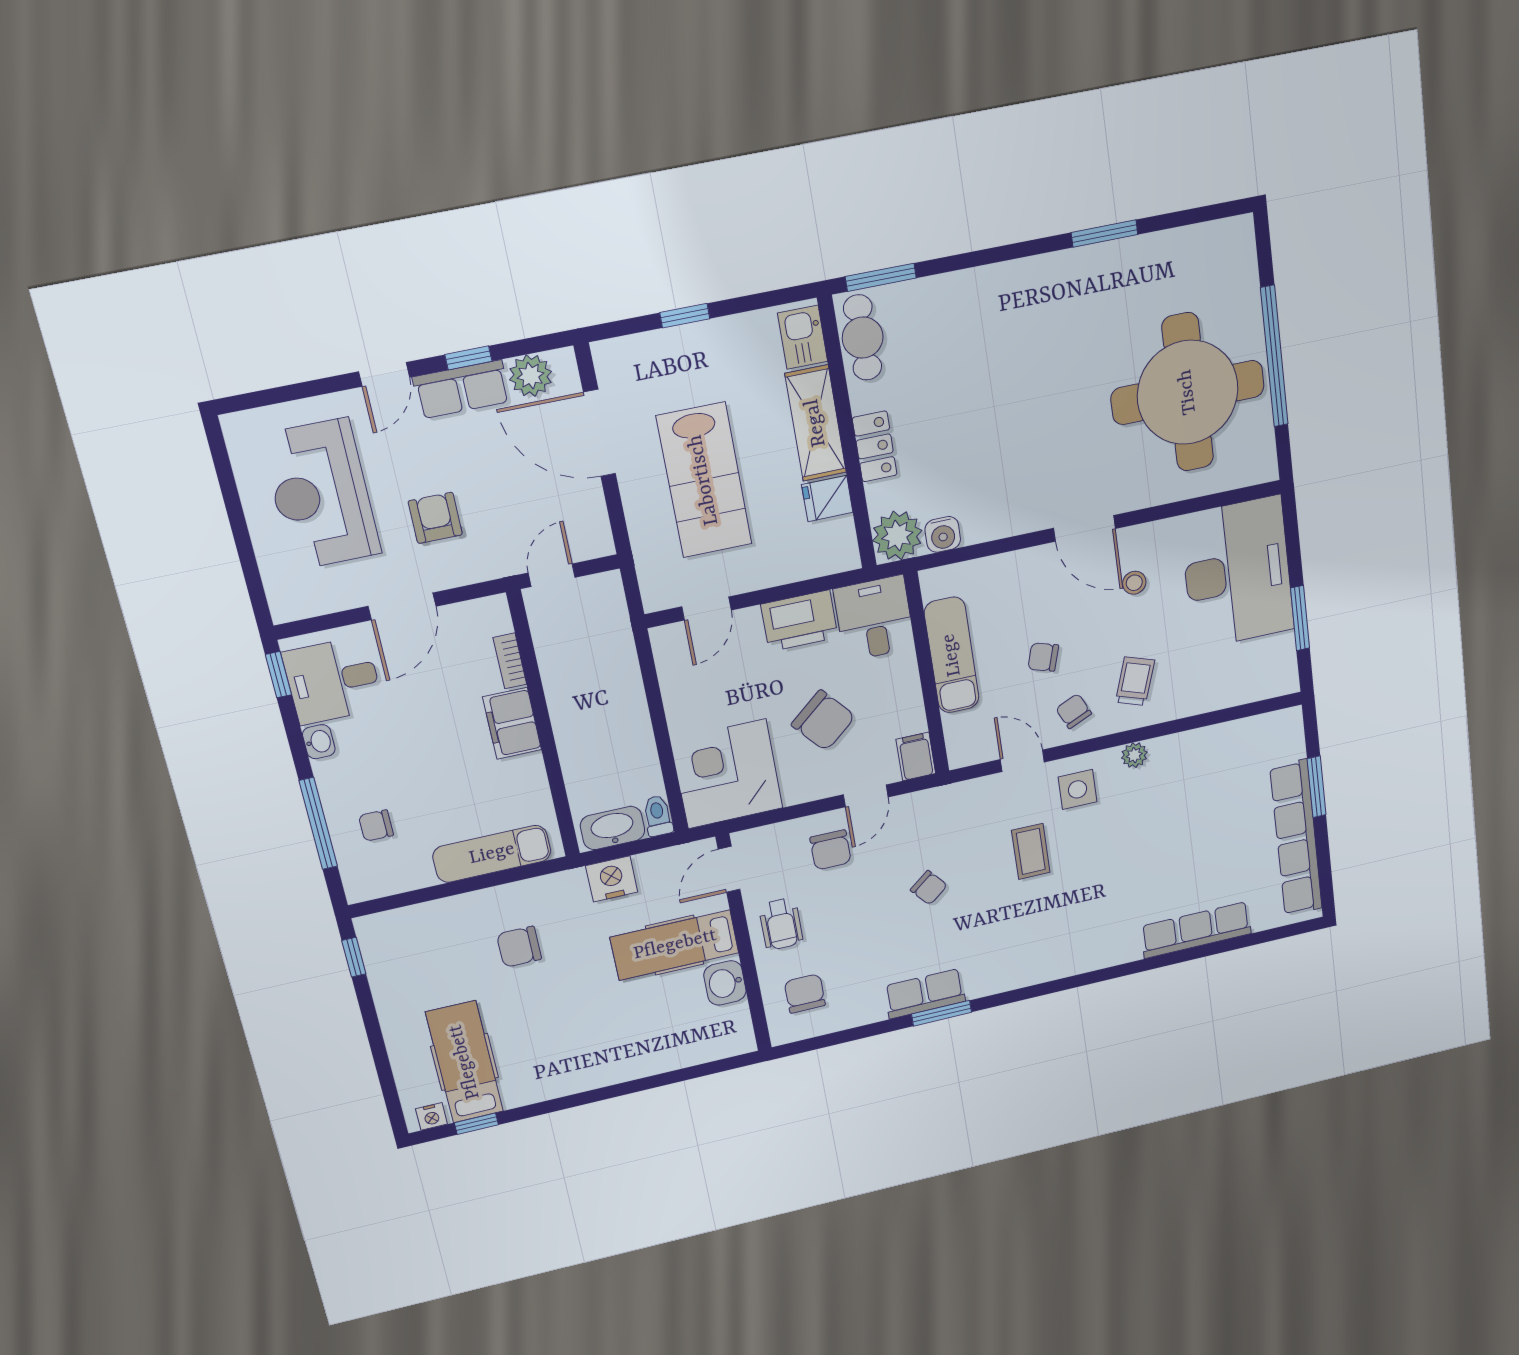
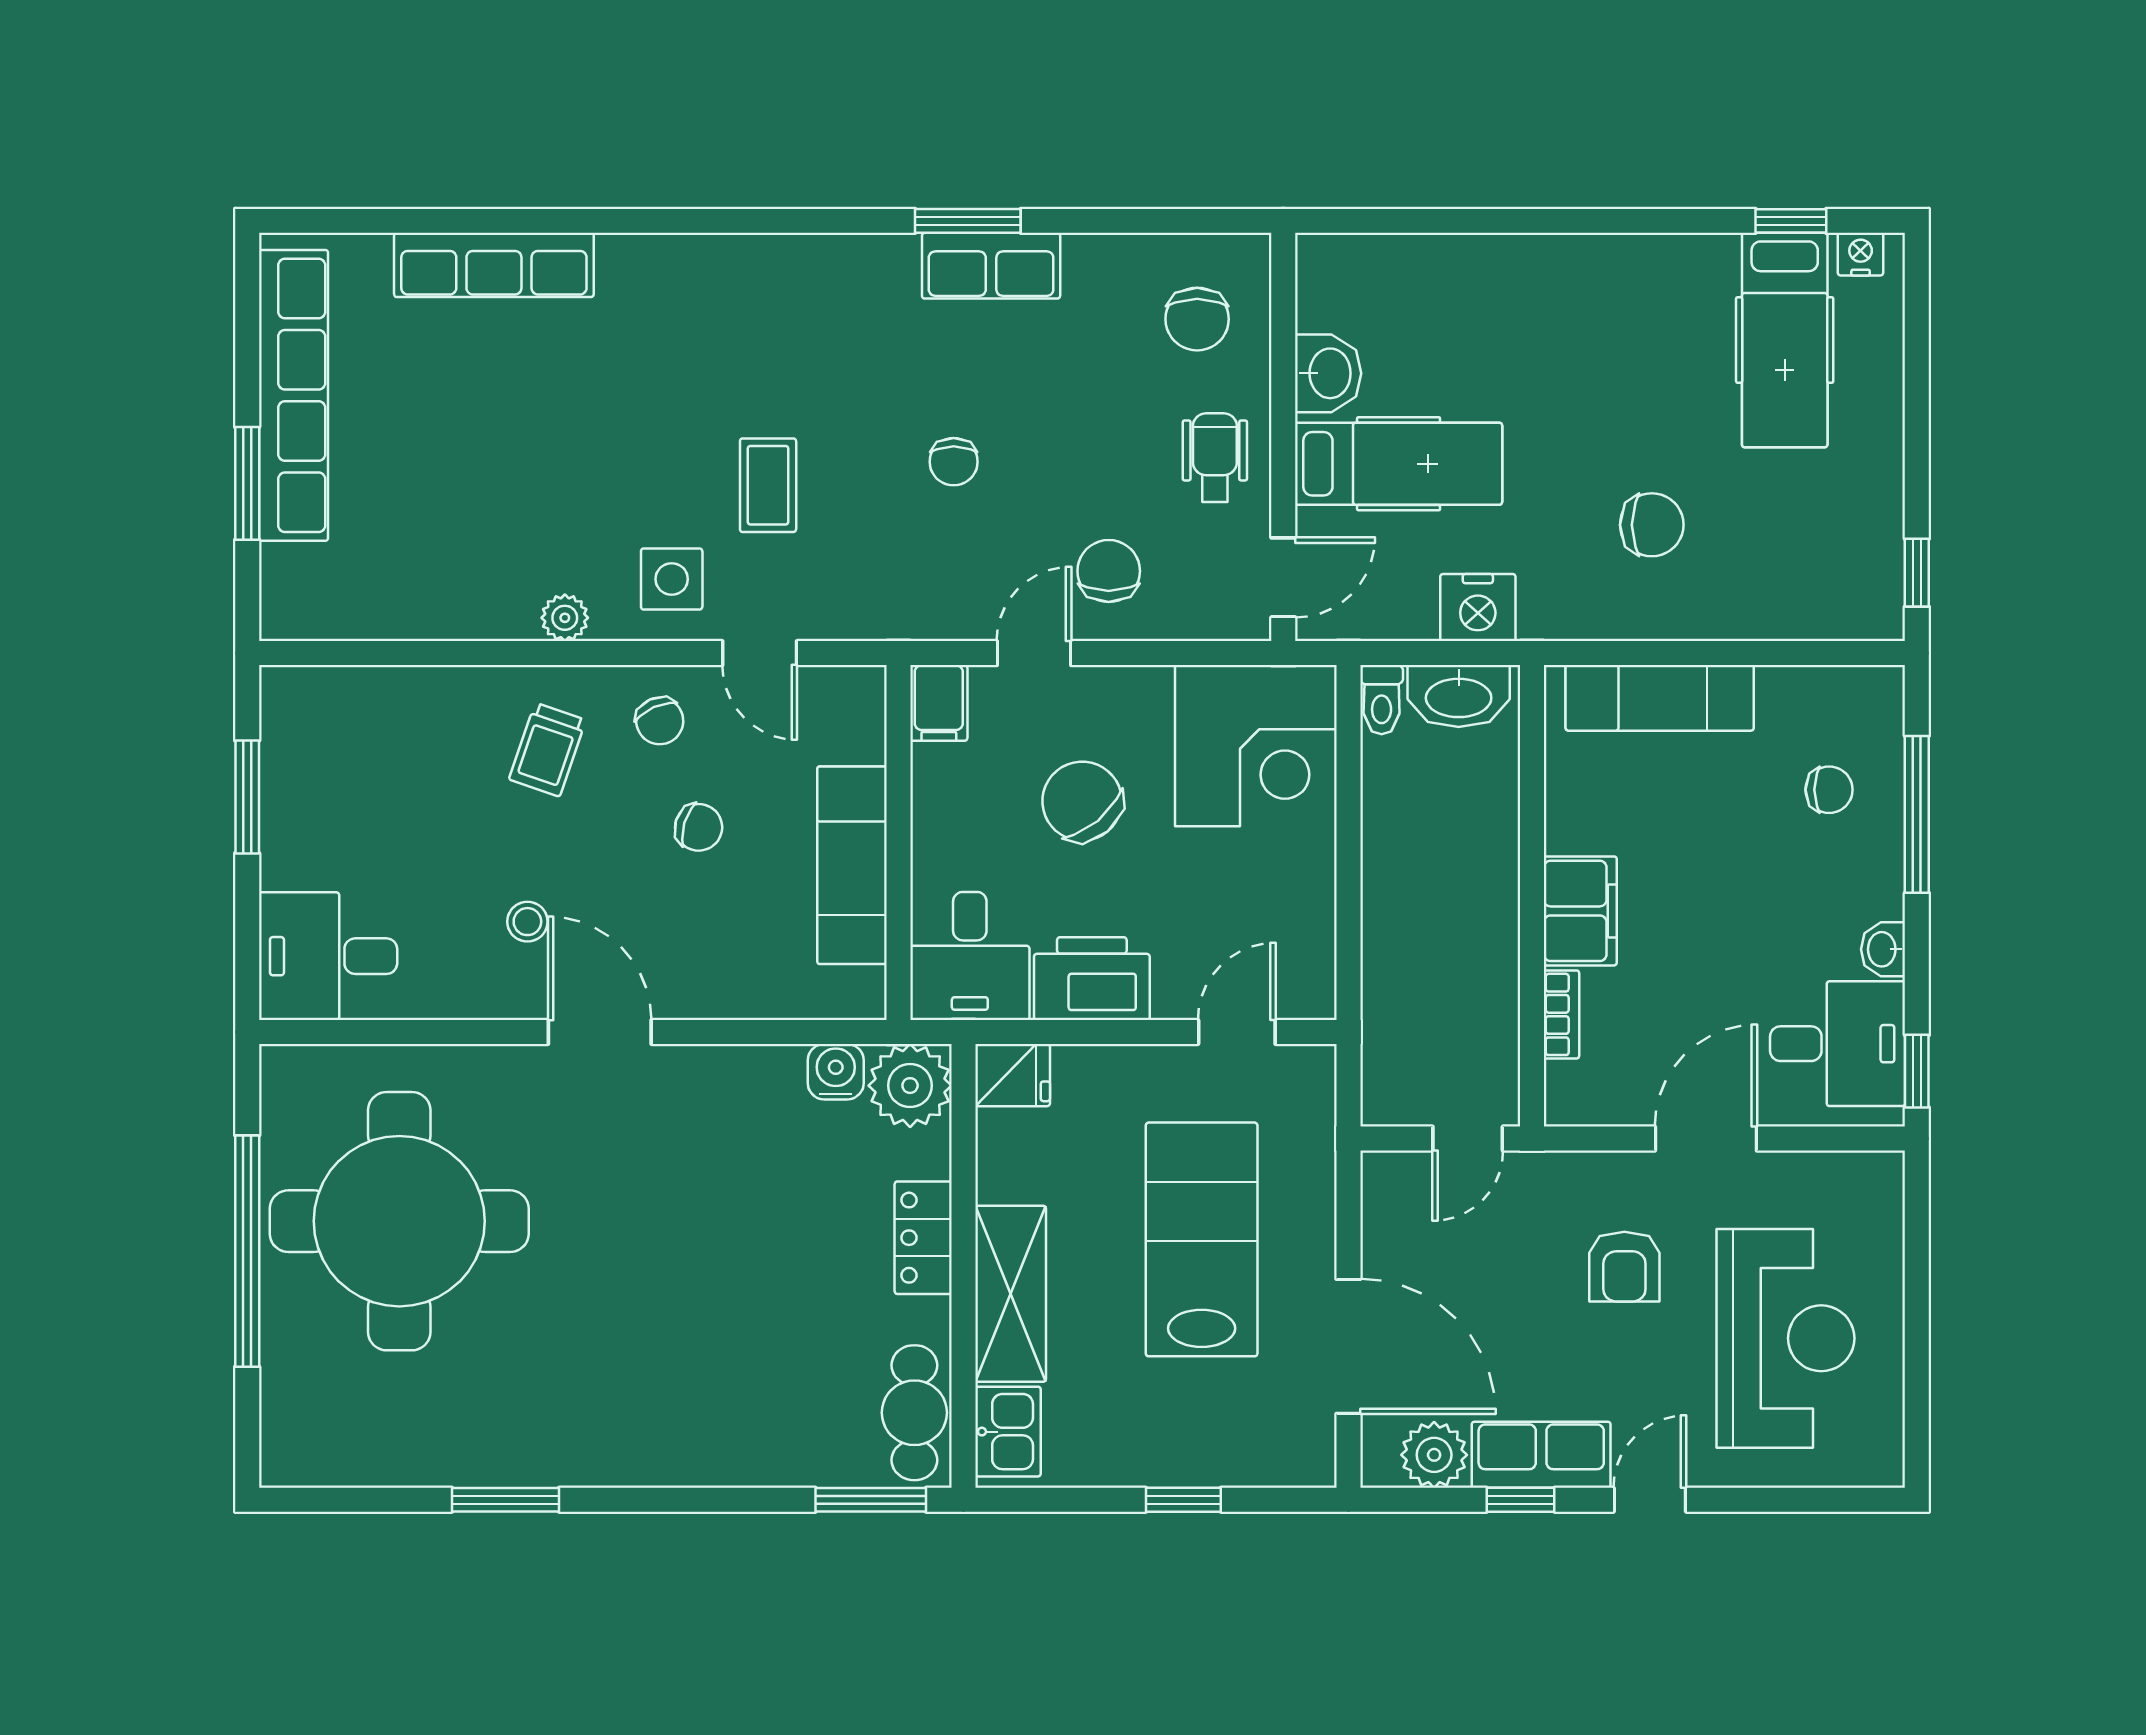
fridge: (827, 498) -> (1013, 1075), moved
desk: (1237, 573) -> (328, 956), width x0.53, depth x0.77
chair: (929, 888) -> (954, 462), turned -141

